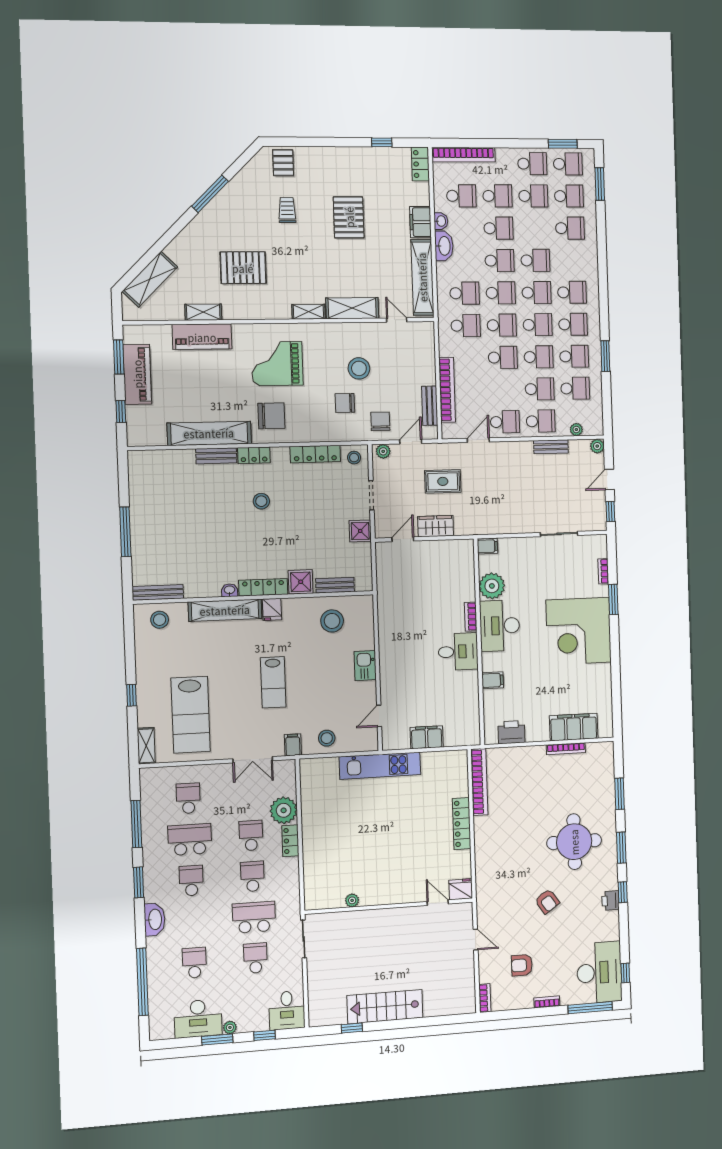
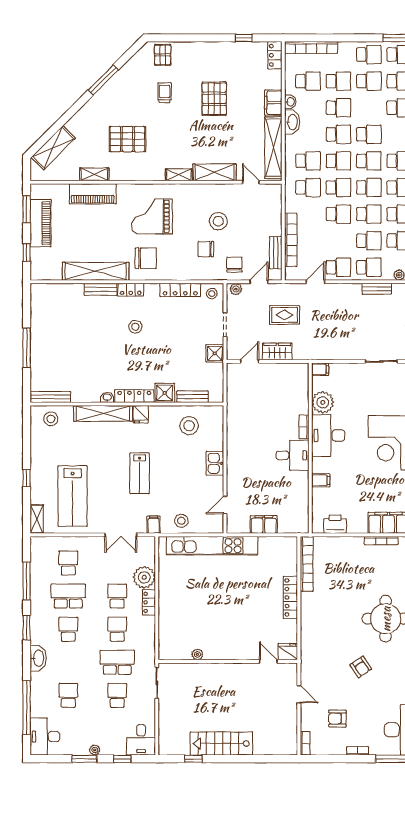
kitchen unit: (380, 766) -> (212, 546), width x1.36
desk: (198, 1018) -> (45, 737), moved, turned 90

